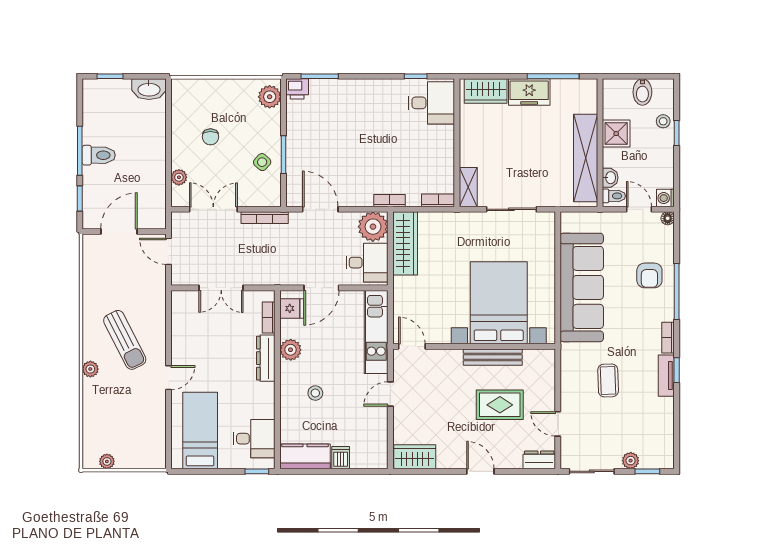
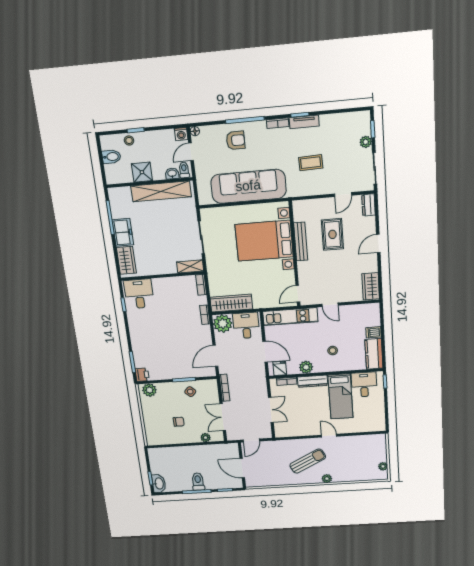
washbasin: (149, 89) -> (159, 484), moved
bed: (200, 431) -> (340, 396), moved, turned -90

